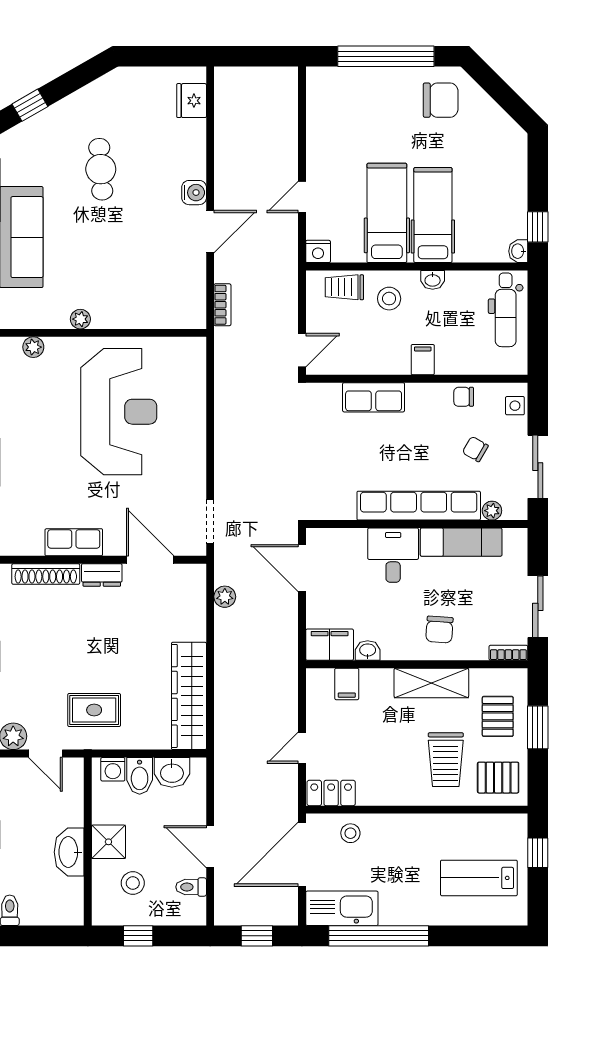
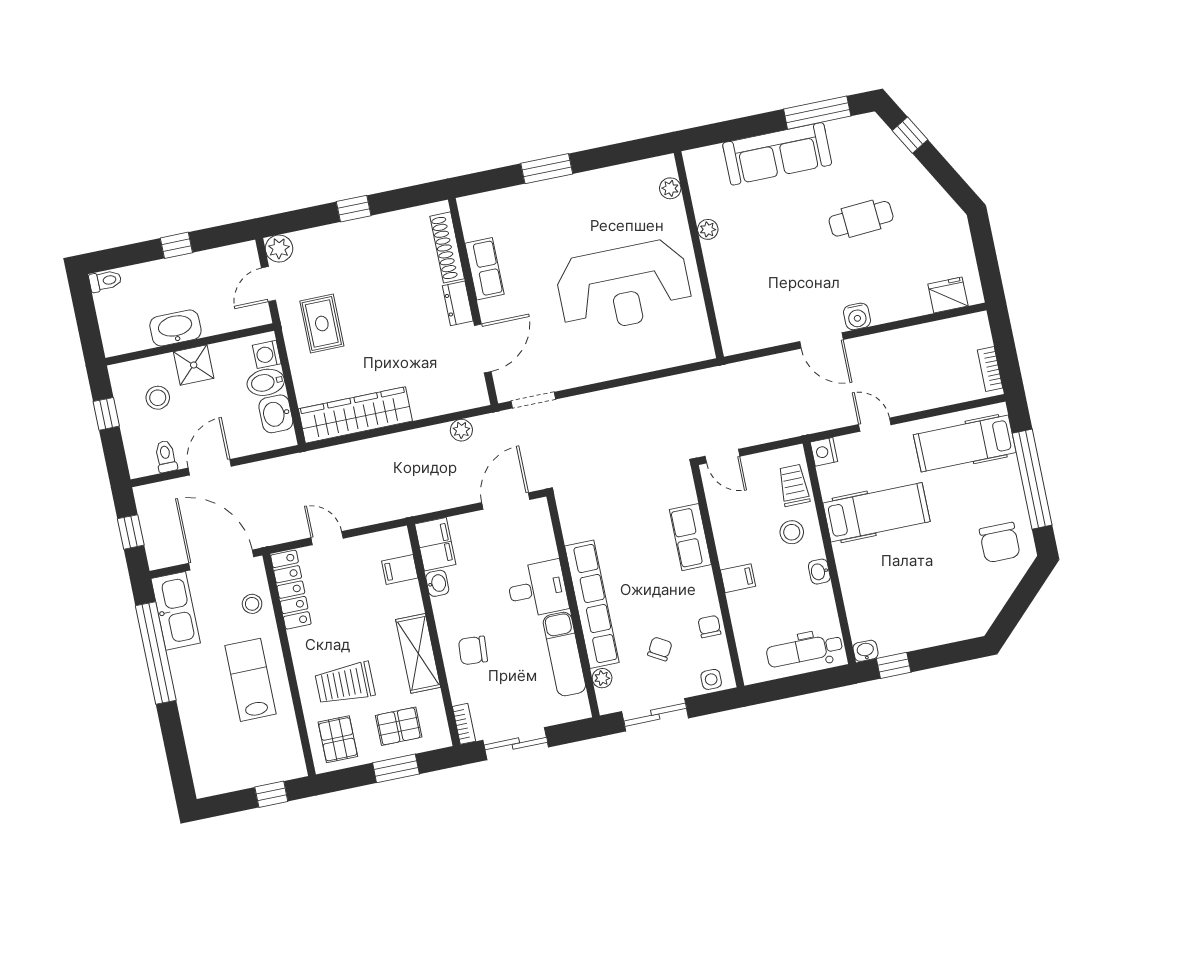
hospital bed: (433, 215) -> (965, 444), moved, turned 180
bookcase: (222, 305) -> (990, 369), moved, turned 90
locker: (331, 793) -> (291, 590), width x1.53
lab bench: (479, 878) -> (251, 680), moved

